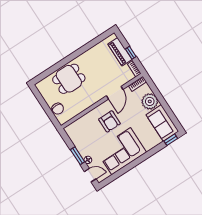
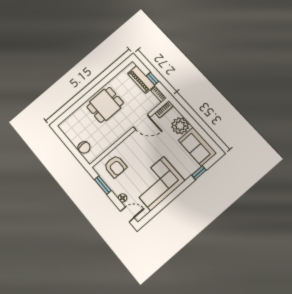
dining table: (69, 79) -> (105, 105), moved
door: (115, 93) -> (142, 122), hinge flipped
armchair: (110, 121) -> (115, 166), moved
window: (171, 140) -> (199, 173), moved
window: (78, 156) -> (103, 185), moved

